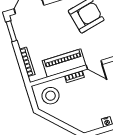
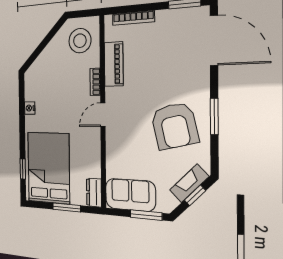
piano: (64, 63) -> (114, 64), width x0.73, depth x0.75

